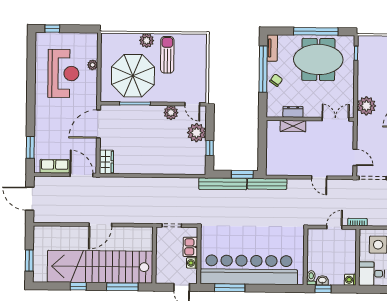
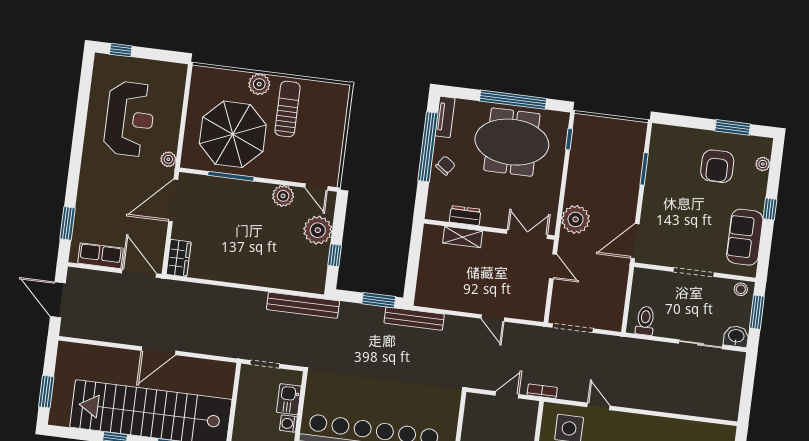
plant: (93, 65) -> (168, 159), moved
door: (355, 157) -> (553, 266), moved
bench: (223, 184) -> (303, 305), moved

